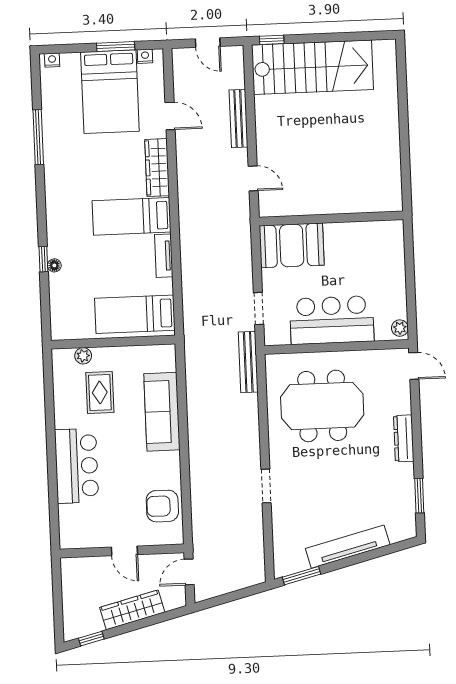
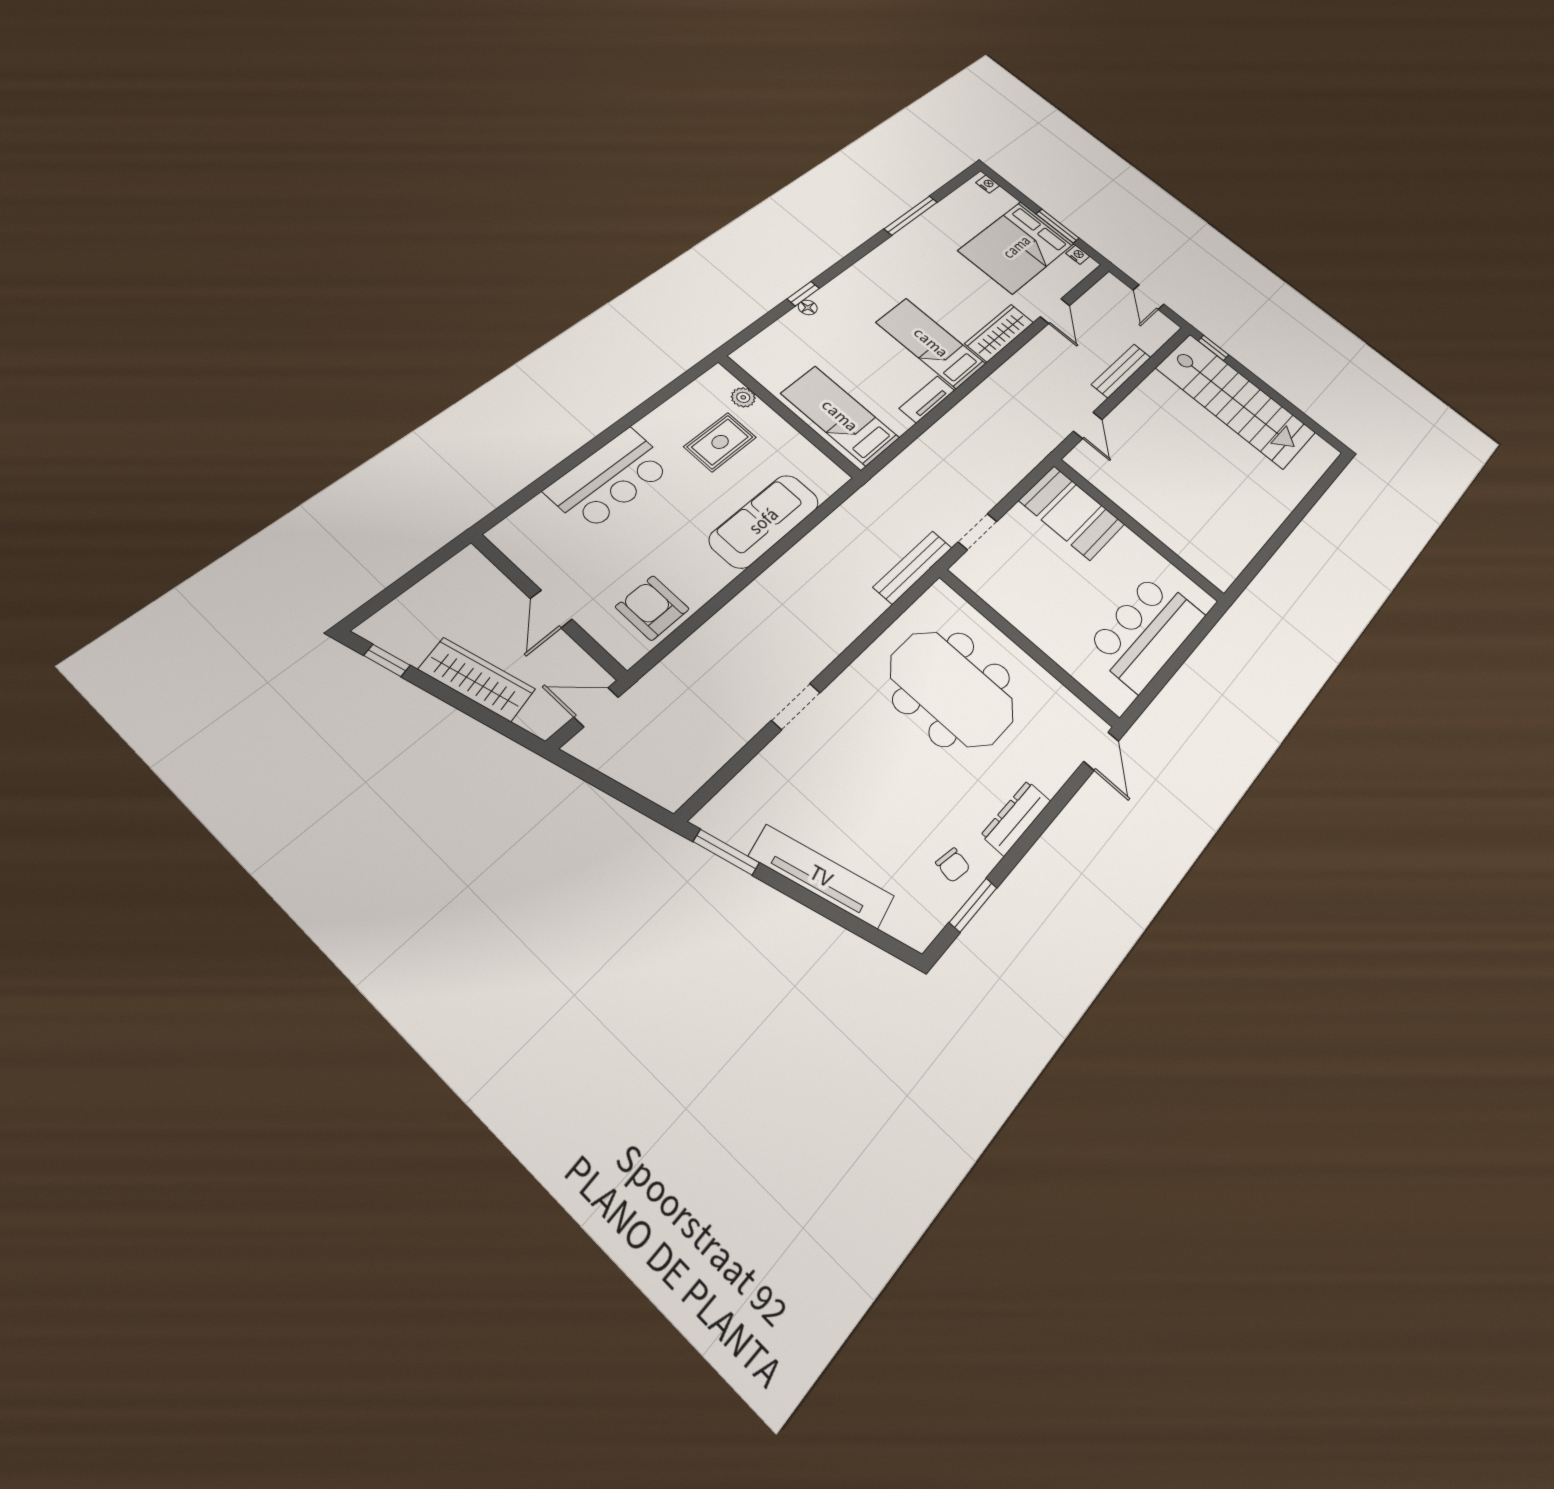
bar counter: (332, 320) -> (1146, 632), moved, turned -90
plant: (400, 328) -> (1120, 697), removed
chair: (396, 487) -> (953, 865), added

